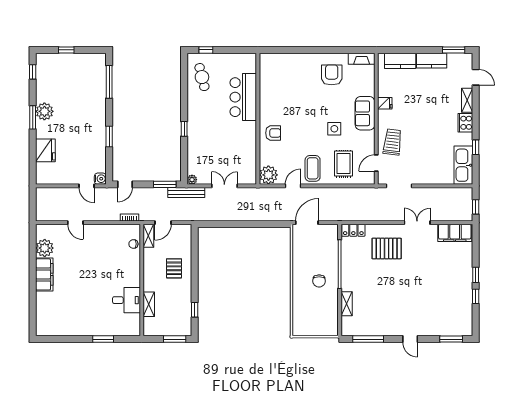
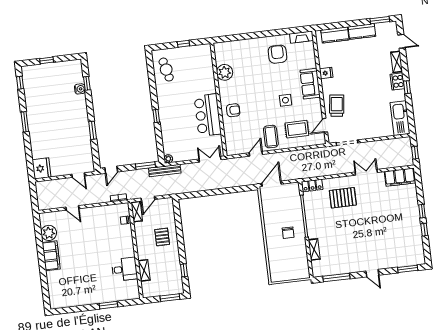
window: (206, 50) -> (183, 44), moved
window: (109, 82) -> (87, 83), width x0.46
bar counter: (243, 97) -> (208, 115), moved
plant: (44, 111) -> (34, 115), removed
window: (476, 147) -> (407, 87), moved
fridge: (45, 150) -> (42, 168), moved
rug: (343, 164) -> (297, 129), turned 90
plant: (268, 175) -> (225, 72), moved
water cooler: (100, 179) -> (80, 89), moved
double door: (224, 186) -> (210, 159), moved

